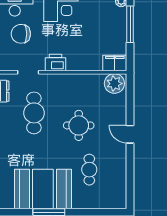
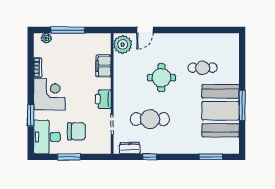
chair: (21, 34) -> (77, 131), turned -90
filing cabinet: (115, 63) -> (104, 66), moved
door: (130, 134) -> (145, 30), moved

